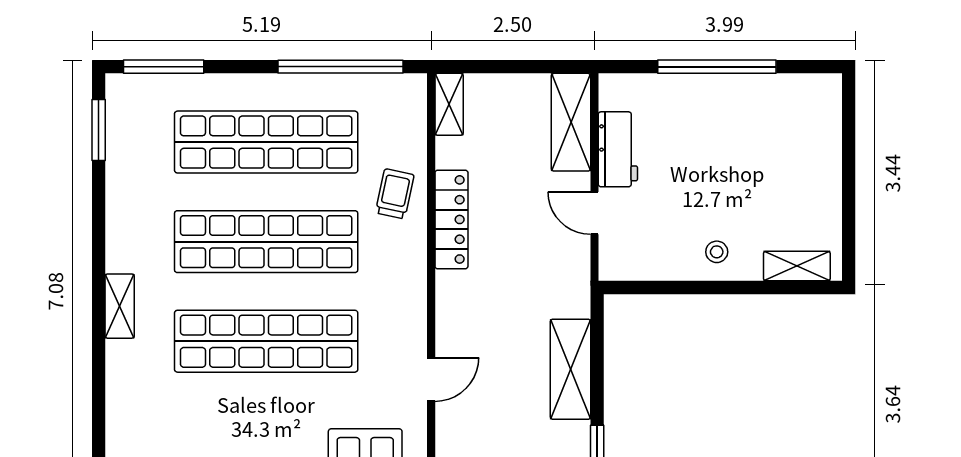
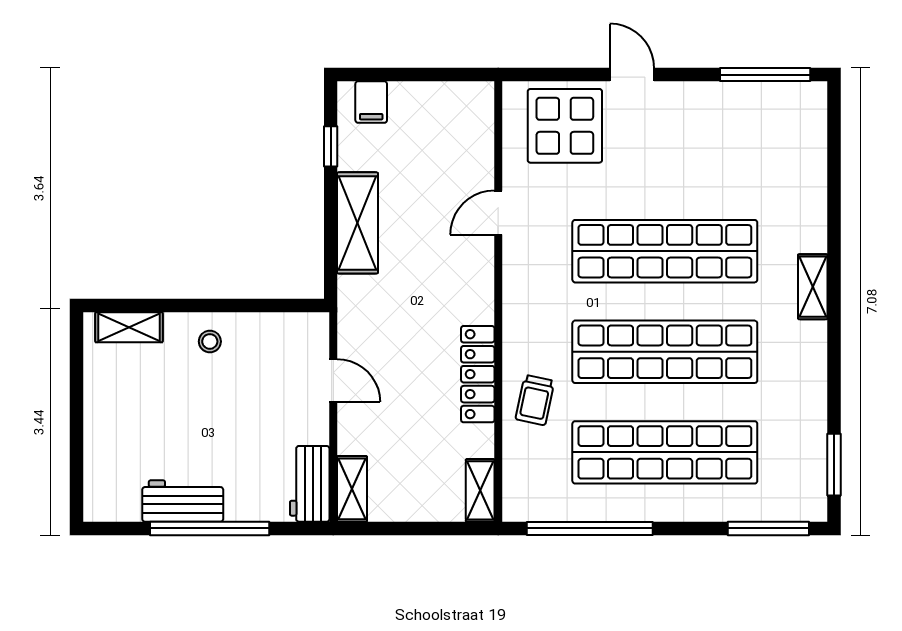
workbench: (744, 94) -> (183, 501), added
shelving: (571, 122) -> (352, 489), width x0.67, depth x0.75
workbench: (618, 149) -> (310, 484), moved

